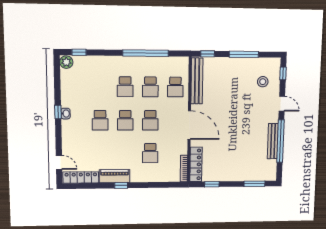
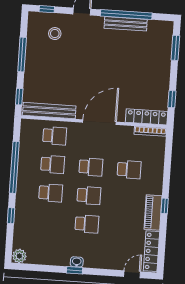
window: (79, 52) -> (11, 216), moved

